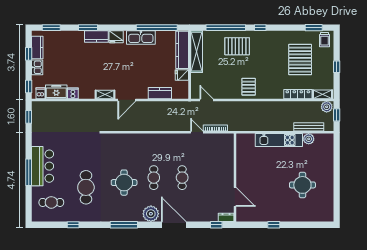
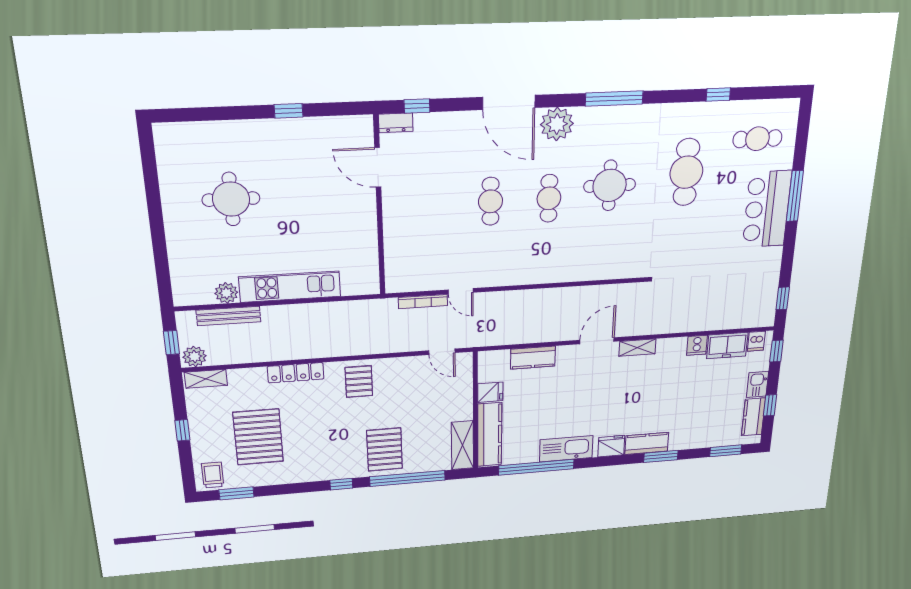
pallet: (237, 46) -> (385, 450), turned 90
shelving: (197, 52) -> (462, 445), width x0.68
locker: (298, 94) -> (296, 373), moved

